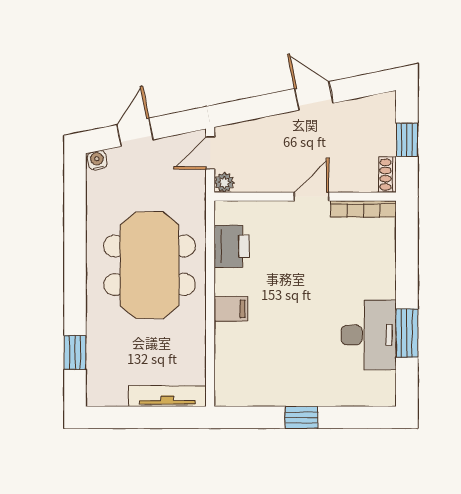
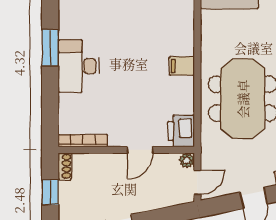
door: (312, 197) -> (140, 150), moved
printer: (232, 246) -> (181, 131), moved
desk: (369, 335) -> (79, 66), moved

